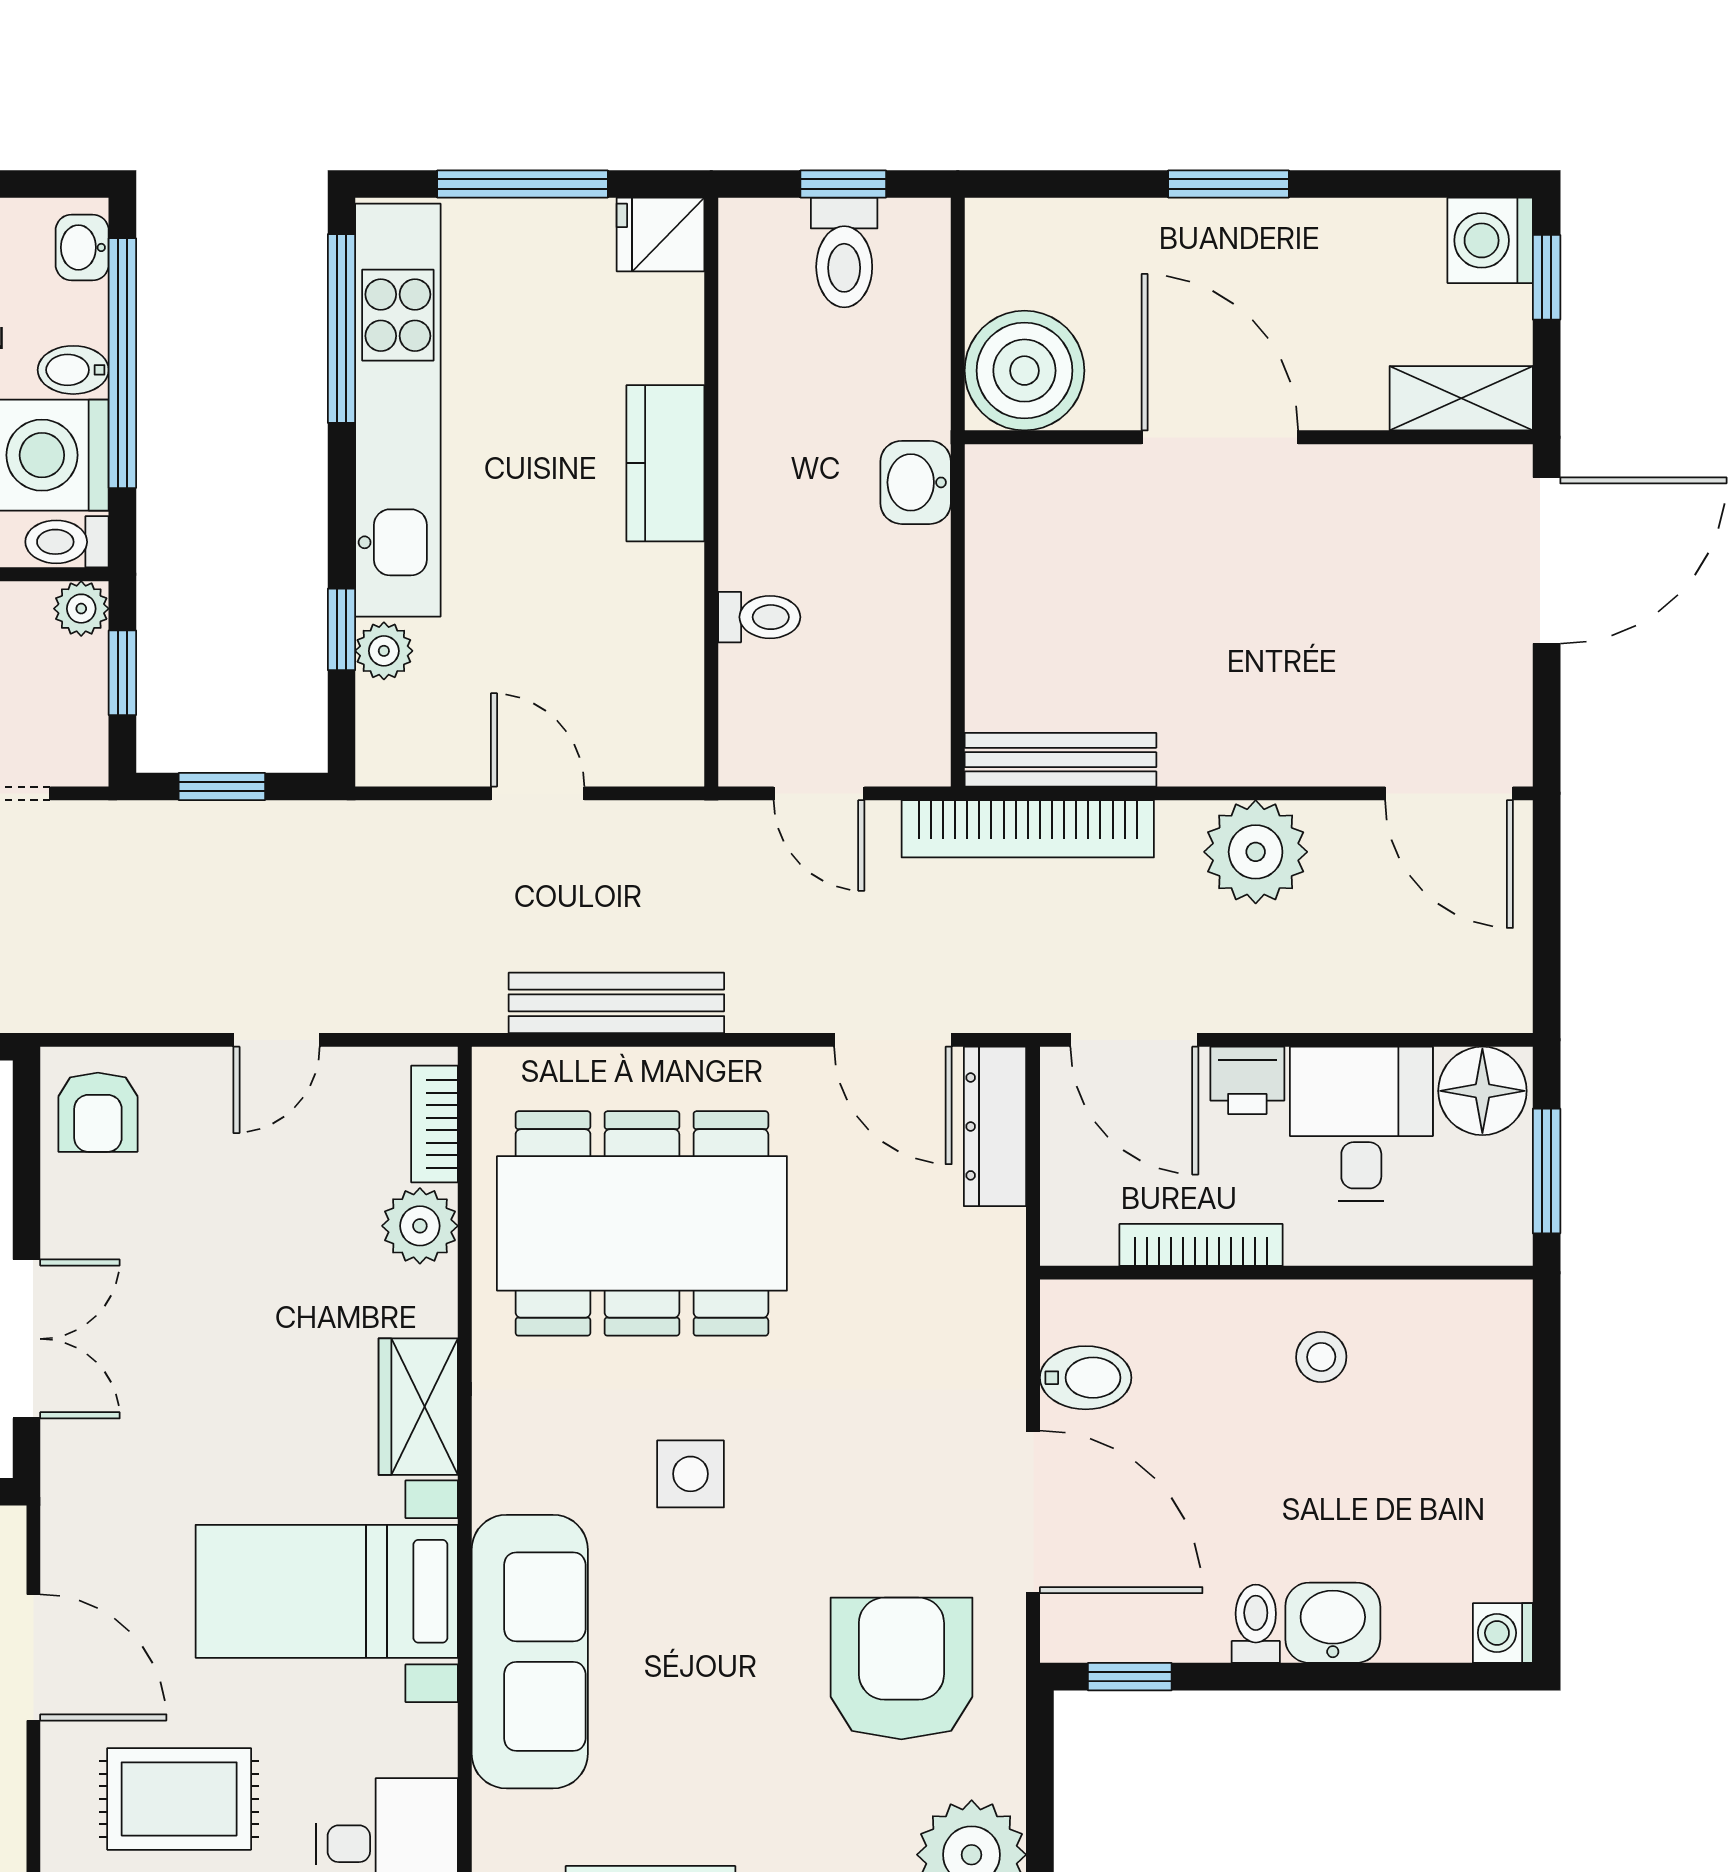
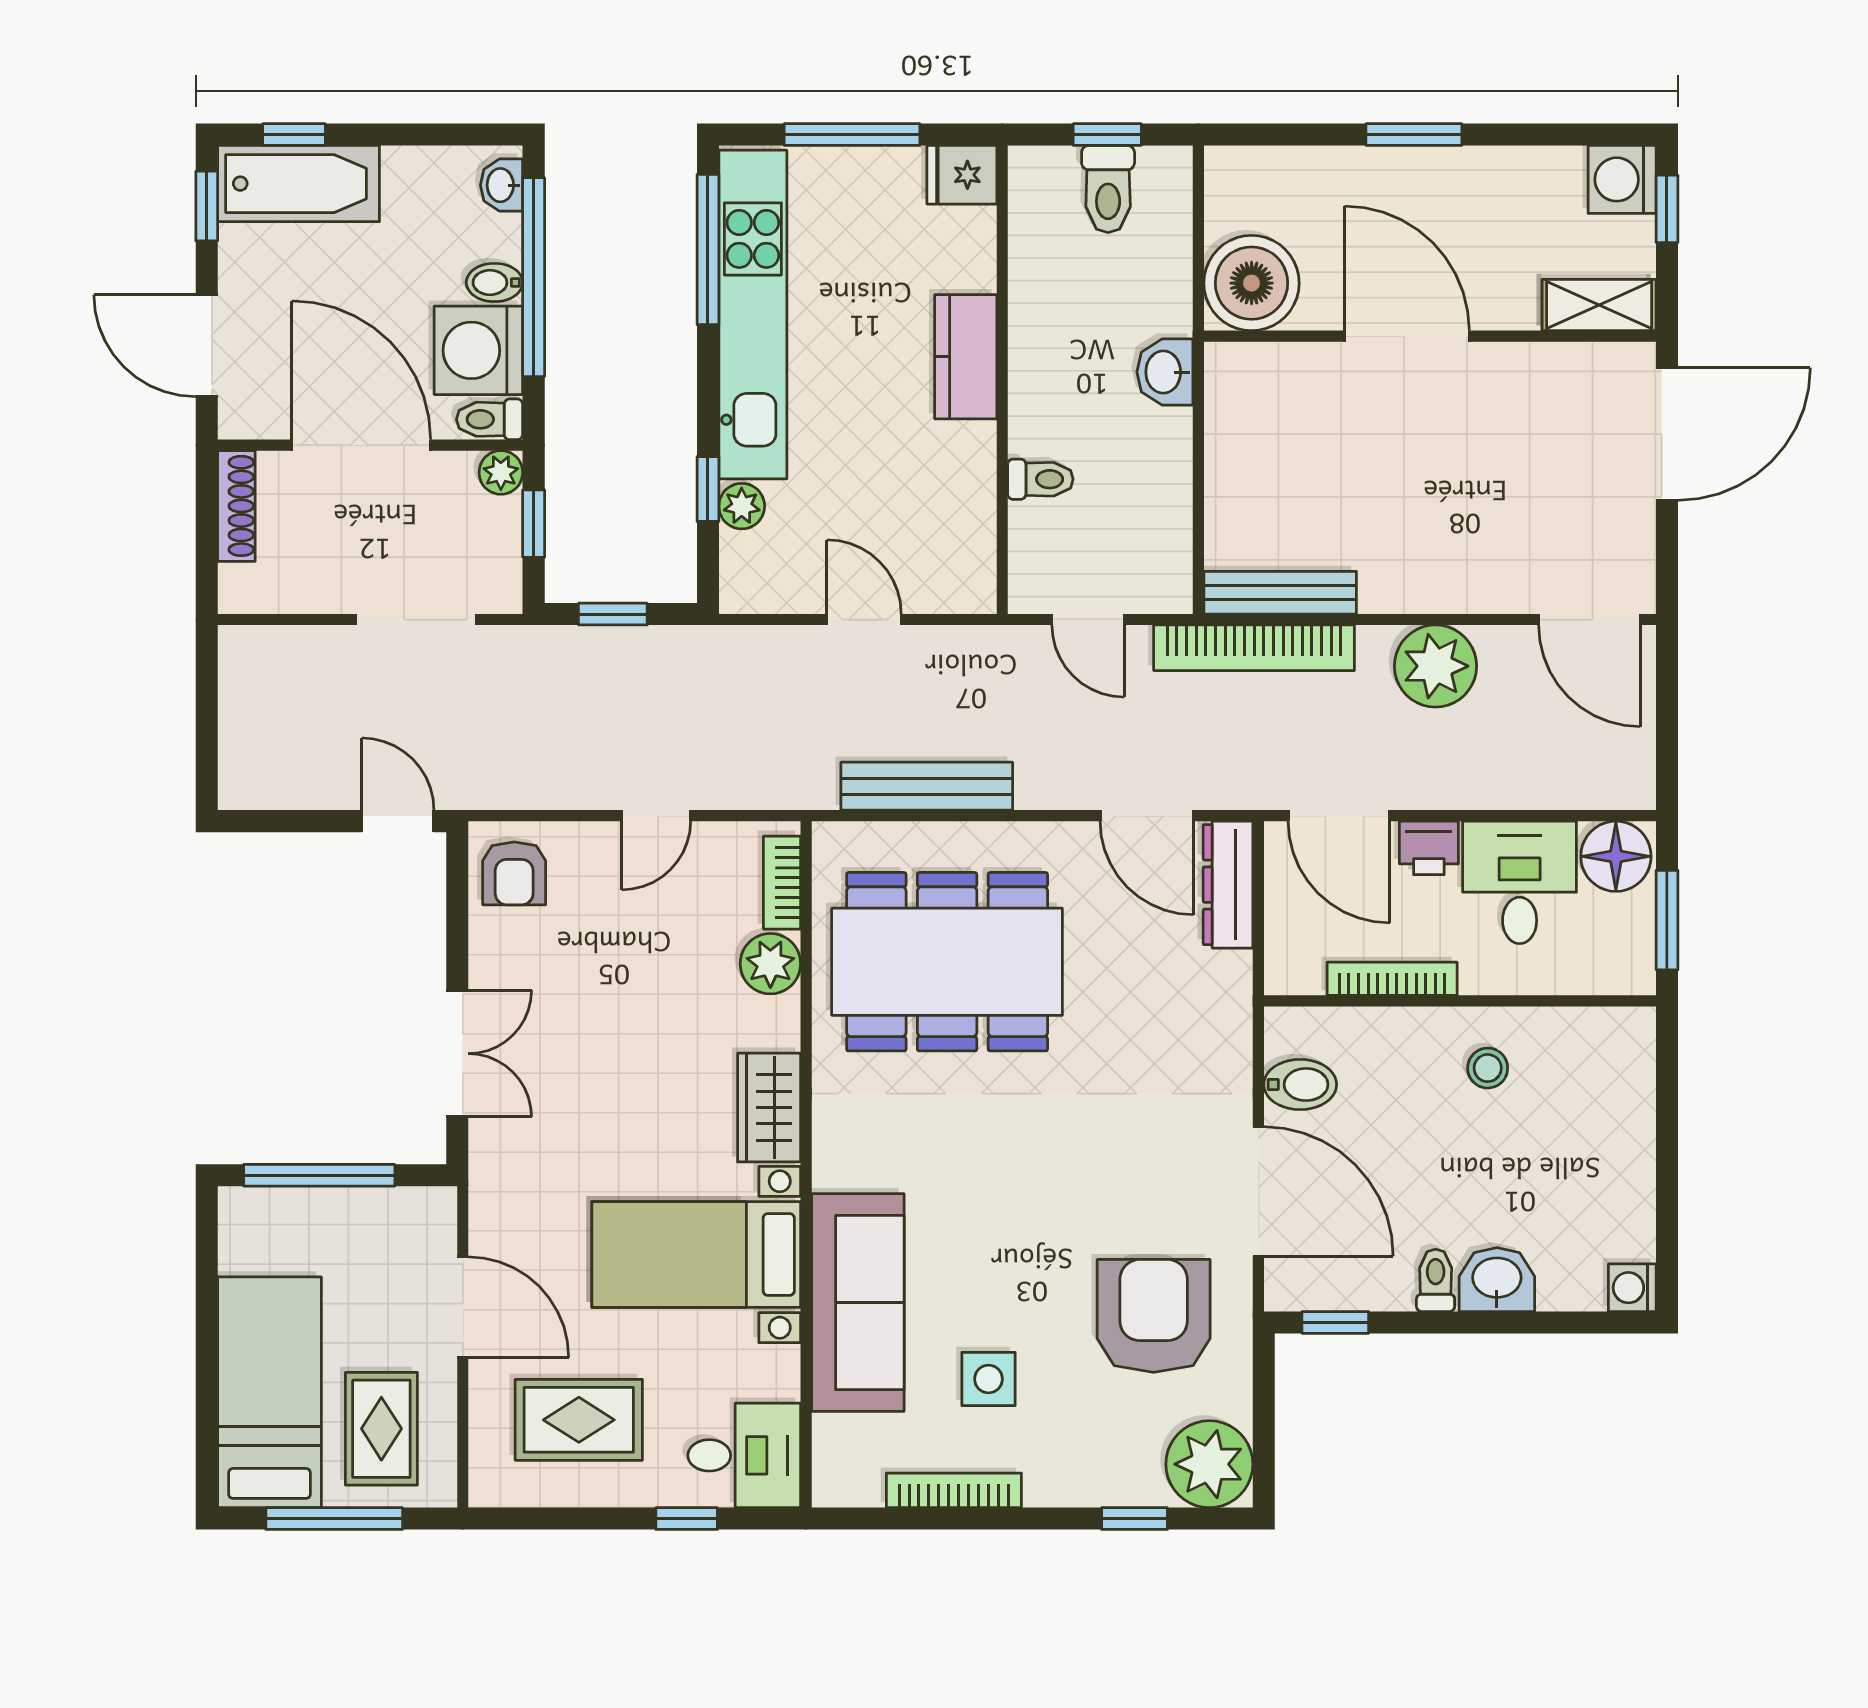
side table: (690, 1474) -> (988, 1379), moved

